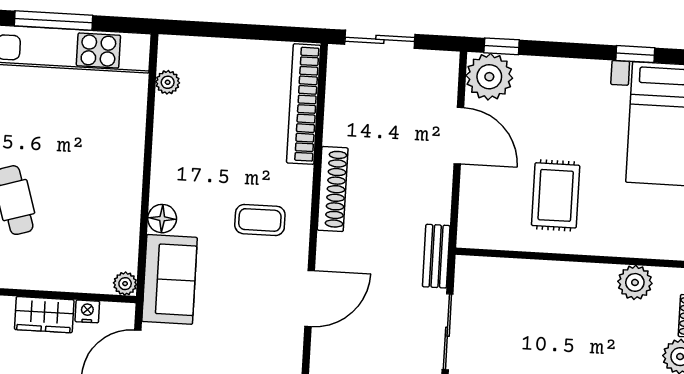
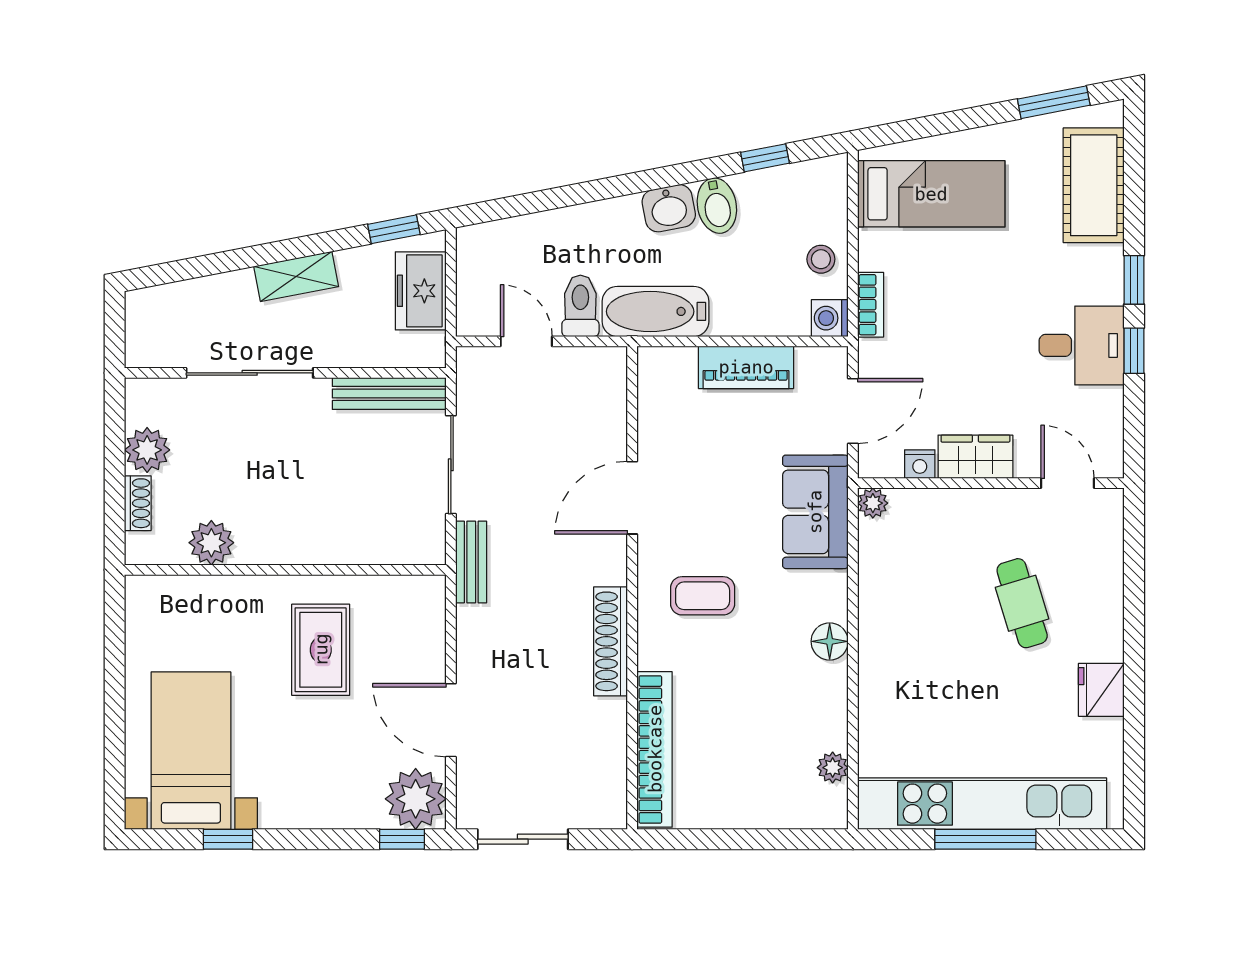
sliding door: (380, 39) -> (523, 839), moved
floor lamp: (162, 219) -> (830, 641), moved

